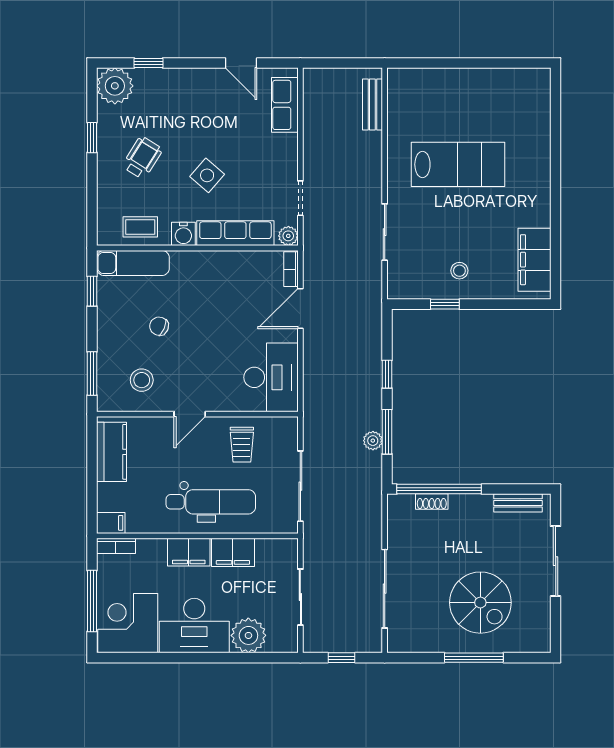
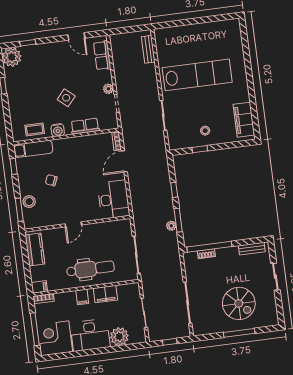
wheelchair: (142, 158) -> (31, 93), removed
lab bench: (458, 164) -> (197, 75), width x1.36
row of seats: (235, 233) -> (85, 126), width x0.68
plant: (288, 236) -> (108, 89), moved
stool: (142, 380) -> (29, 202), moved
trolley: (242, 445) -> (103, 237), removed
filing cabinet: (189, 552) -> (82, 297), width x0.50
sliding door: (556, 561) -> (275, 277), width x0.73

